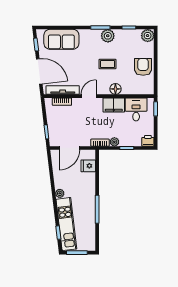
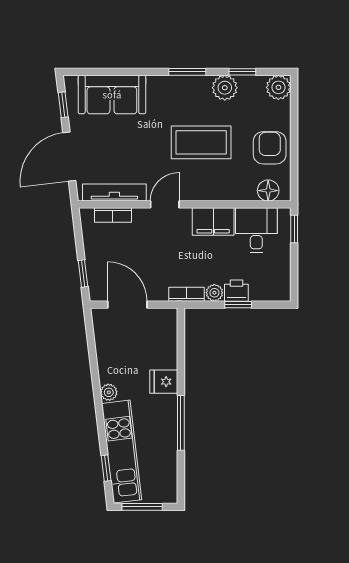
plant: (108, 36) -> (225, 88), moved
coffee table: (107, 64) -> (201, 142), width x1.86, depth x1.72
door: (39, 71) -> (69, 157), swing flipped
floor lamp: (115, 89) -> (268, 191), moved
printer: (148, 141) -> (236, 291), moved
door: (69, 148) -> (127, 305), swing flipped
fridge: (88, 166) -> (164, 382), moved

